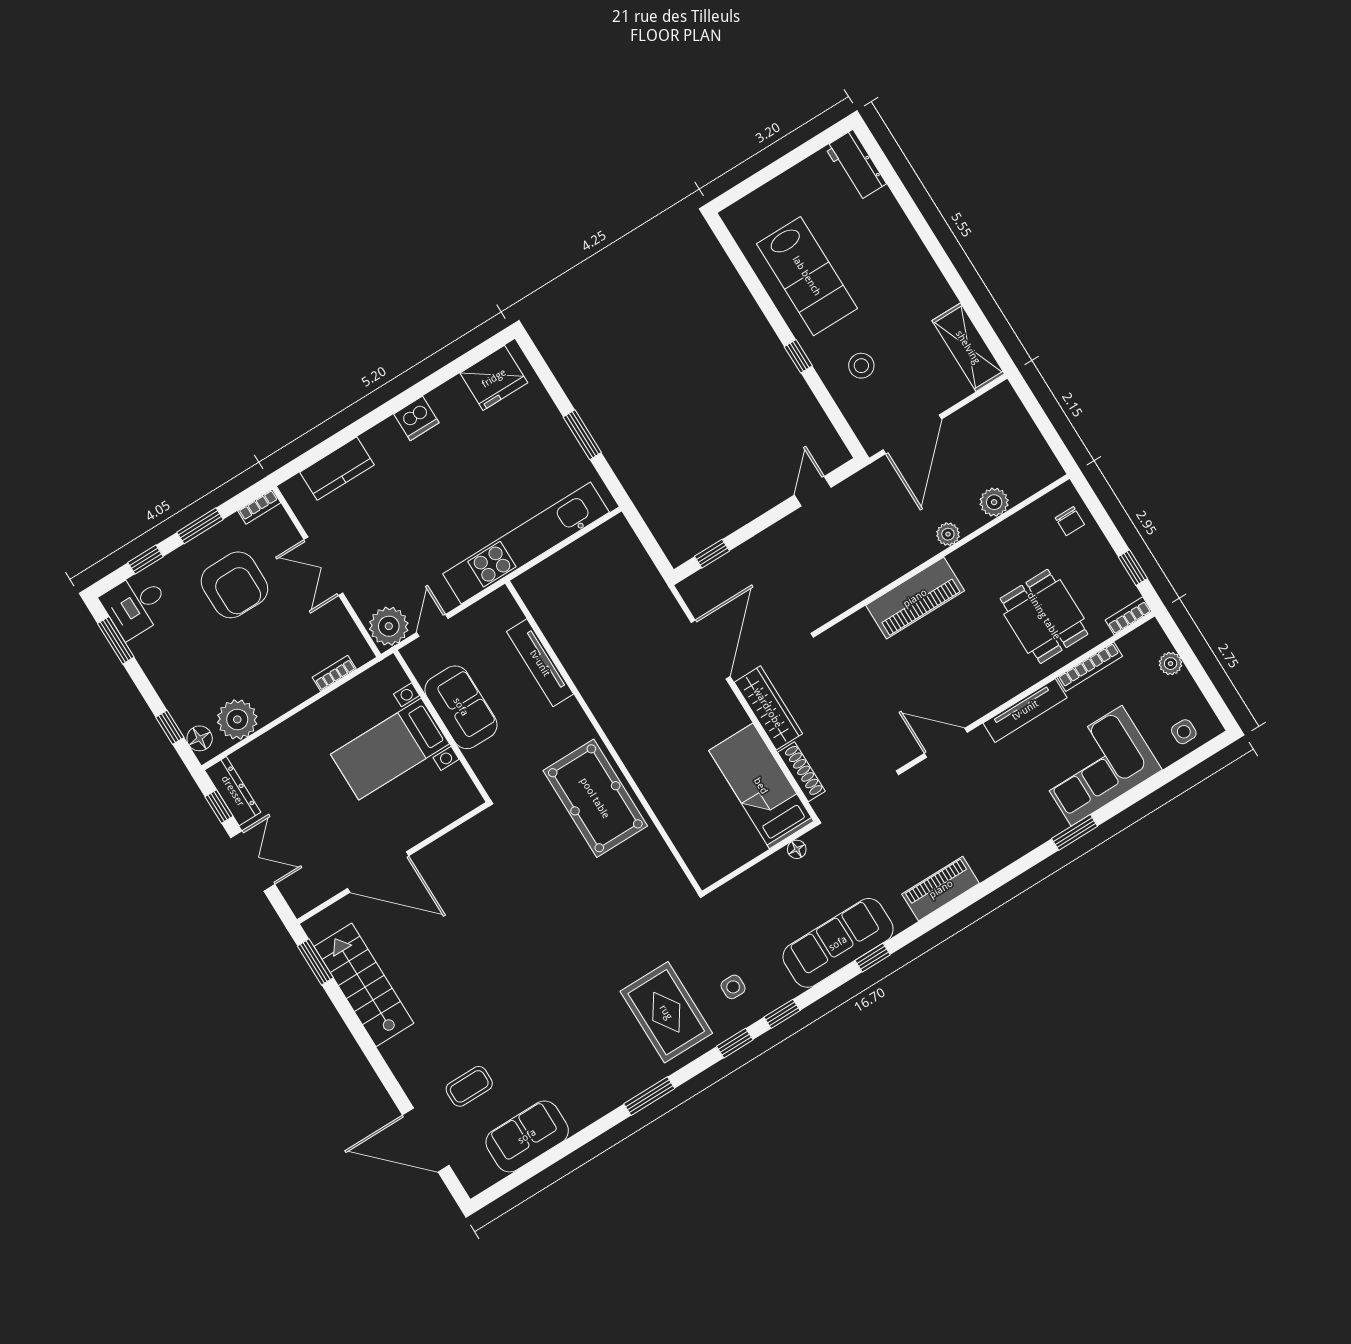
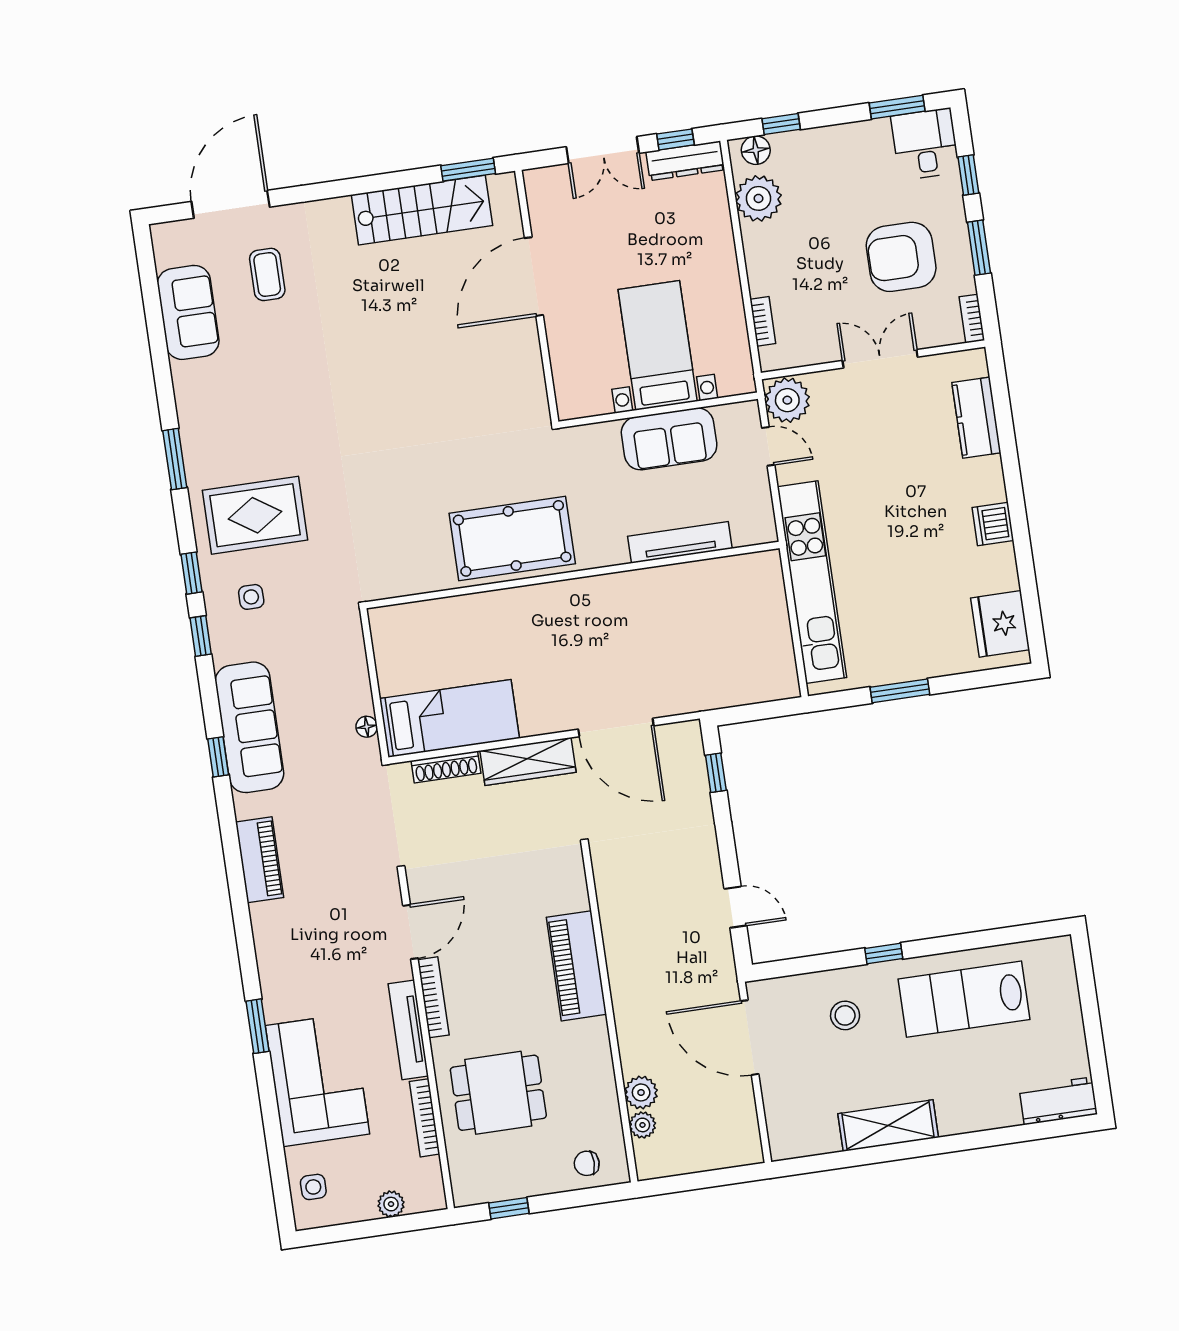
shelving: (968, 347) -> (888, 1126), moved
plant: (948, 534) -> (642, 1125), moved
bookcase: (1128, 616) -> (433, 997), moved, width x1.56

